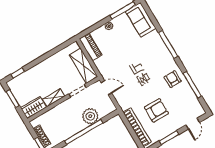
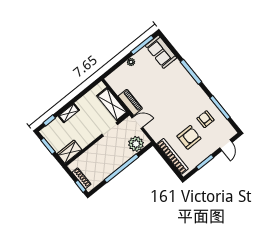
piano: (91, 47) -> (130, 102), moved
armchair: (173, 79) -> (205, 119), moved
shelving: (54, 98) -> (69, 113), moved
plant: (90, 116) -> (136, 144), moved

